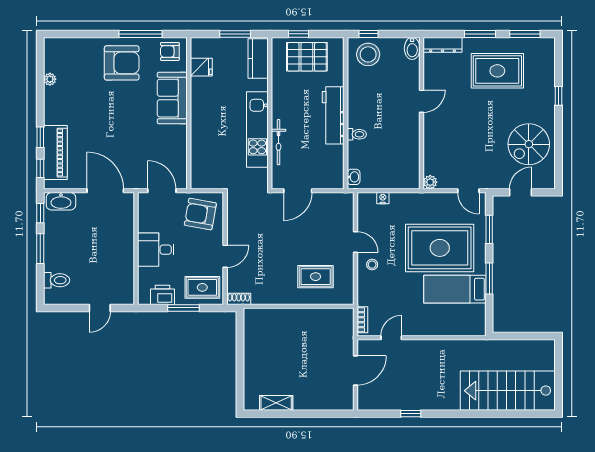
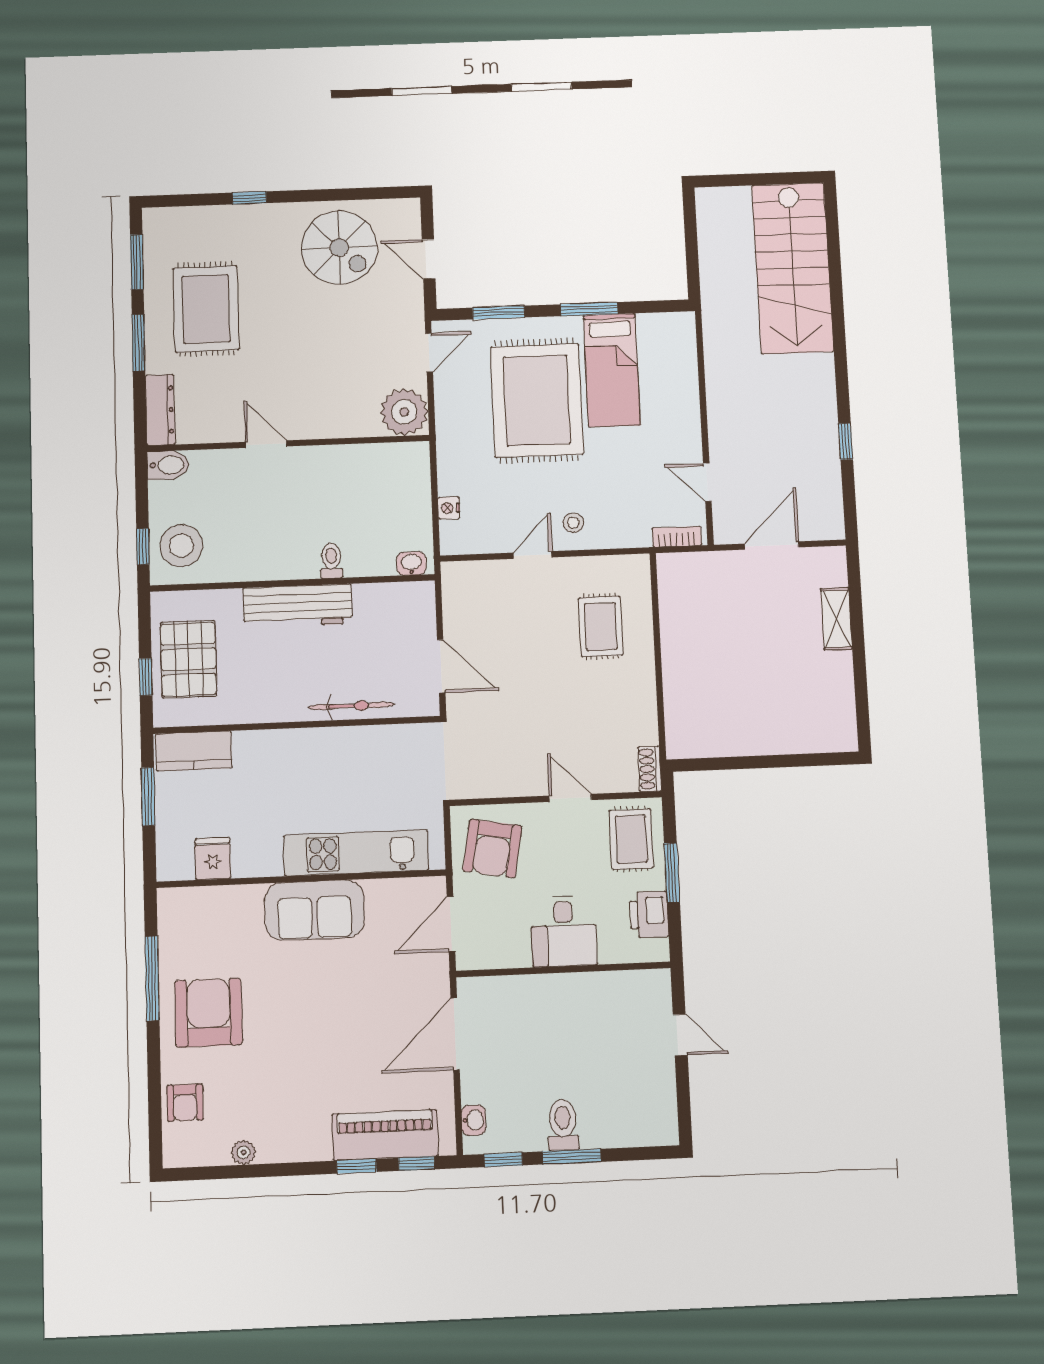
armchair: (170, 51) -> (185, 1103), moved
sofa: (172, 98) -> (314, 910), moved
kitchen unit: (257, 129) -> (356, 853), moved, turned 180
plant: (430, 182) -> (404, 412), width x1.88, depth x1.88
washbasin: (61, 201) -> (474, 1120), width x0.52, depth x0.69
toilet: (57, 280) -> (563, 1125), moved
door: (356, 370) -> (772, 546), hinge flipped
shelving: (276, 403) -> (837, 619), moved

